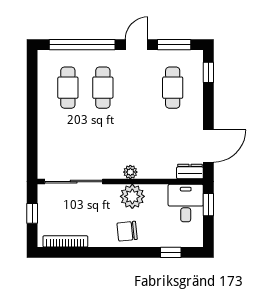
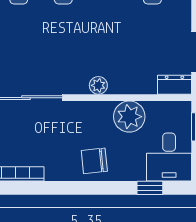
plant: (132, 196) -> (129, 117), moved
desk: (186, 203) -> (169, 157), moved, turned 180

